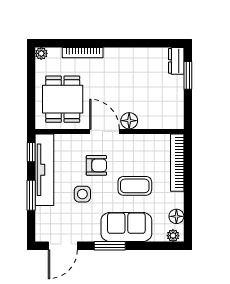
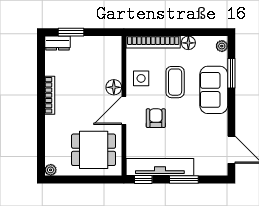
bookcase: (83, 53) -> (50, 95), moved
side table: (82, 194) -> (141, 78), moved
floor lamp: (176, 216) -> (188, 43), moved
window: (110, 246) -> (231, 73), moved

